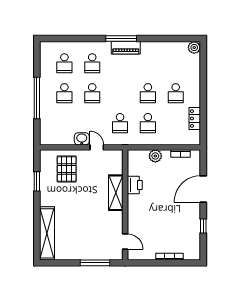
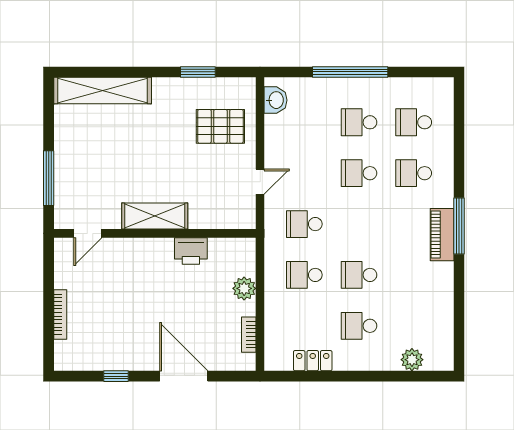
plant: (194, 48) -> (412, 360), moved
washbasin: (82, 139) -> (276, 100), moved
shelving: (116, 193) -> (155, 216), moved

